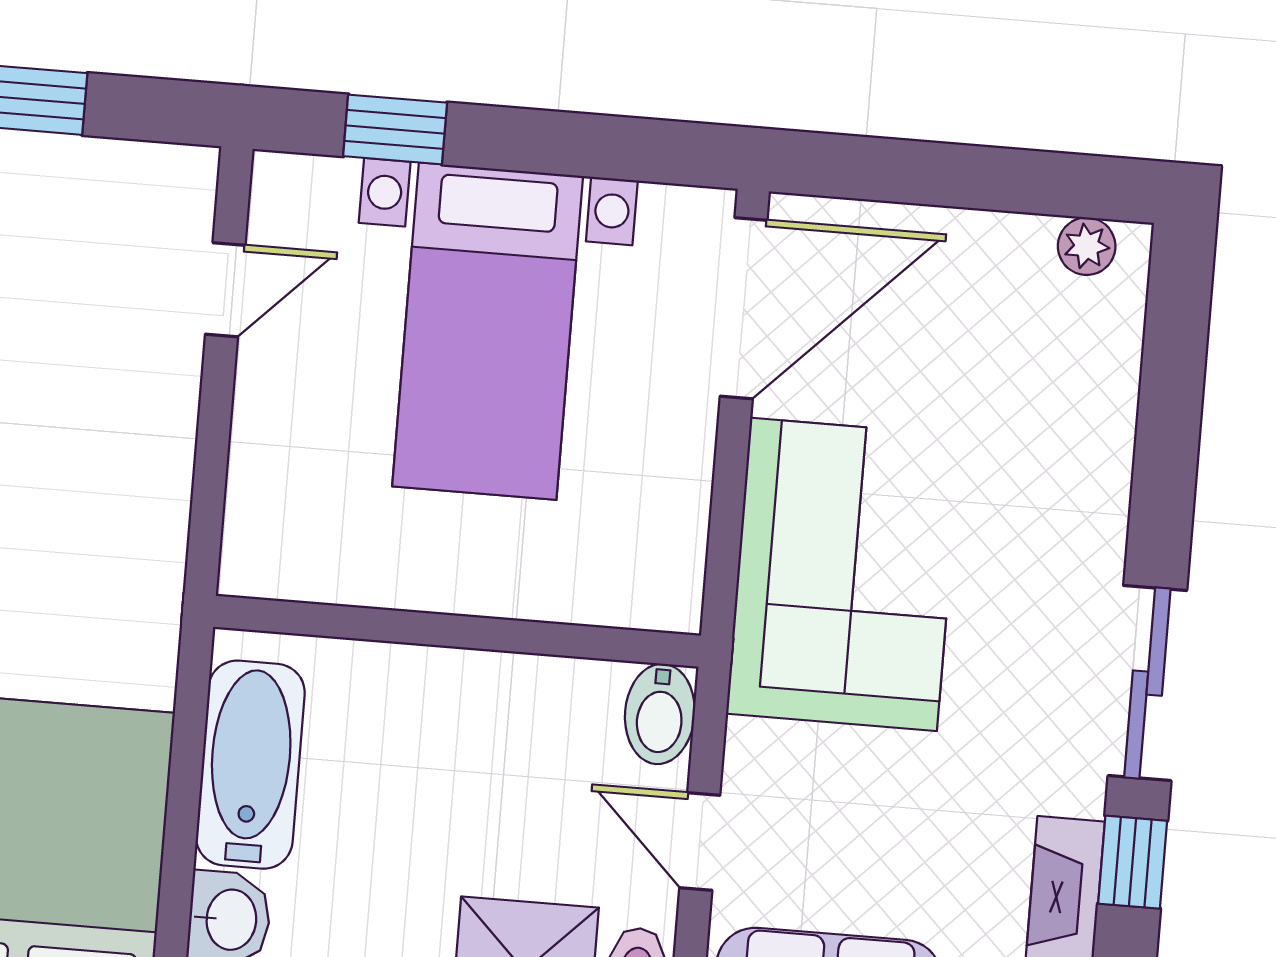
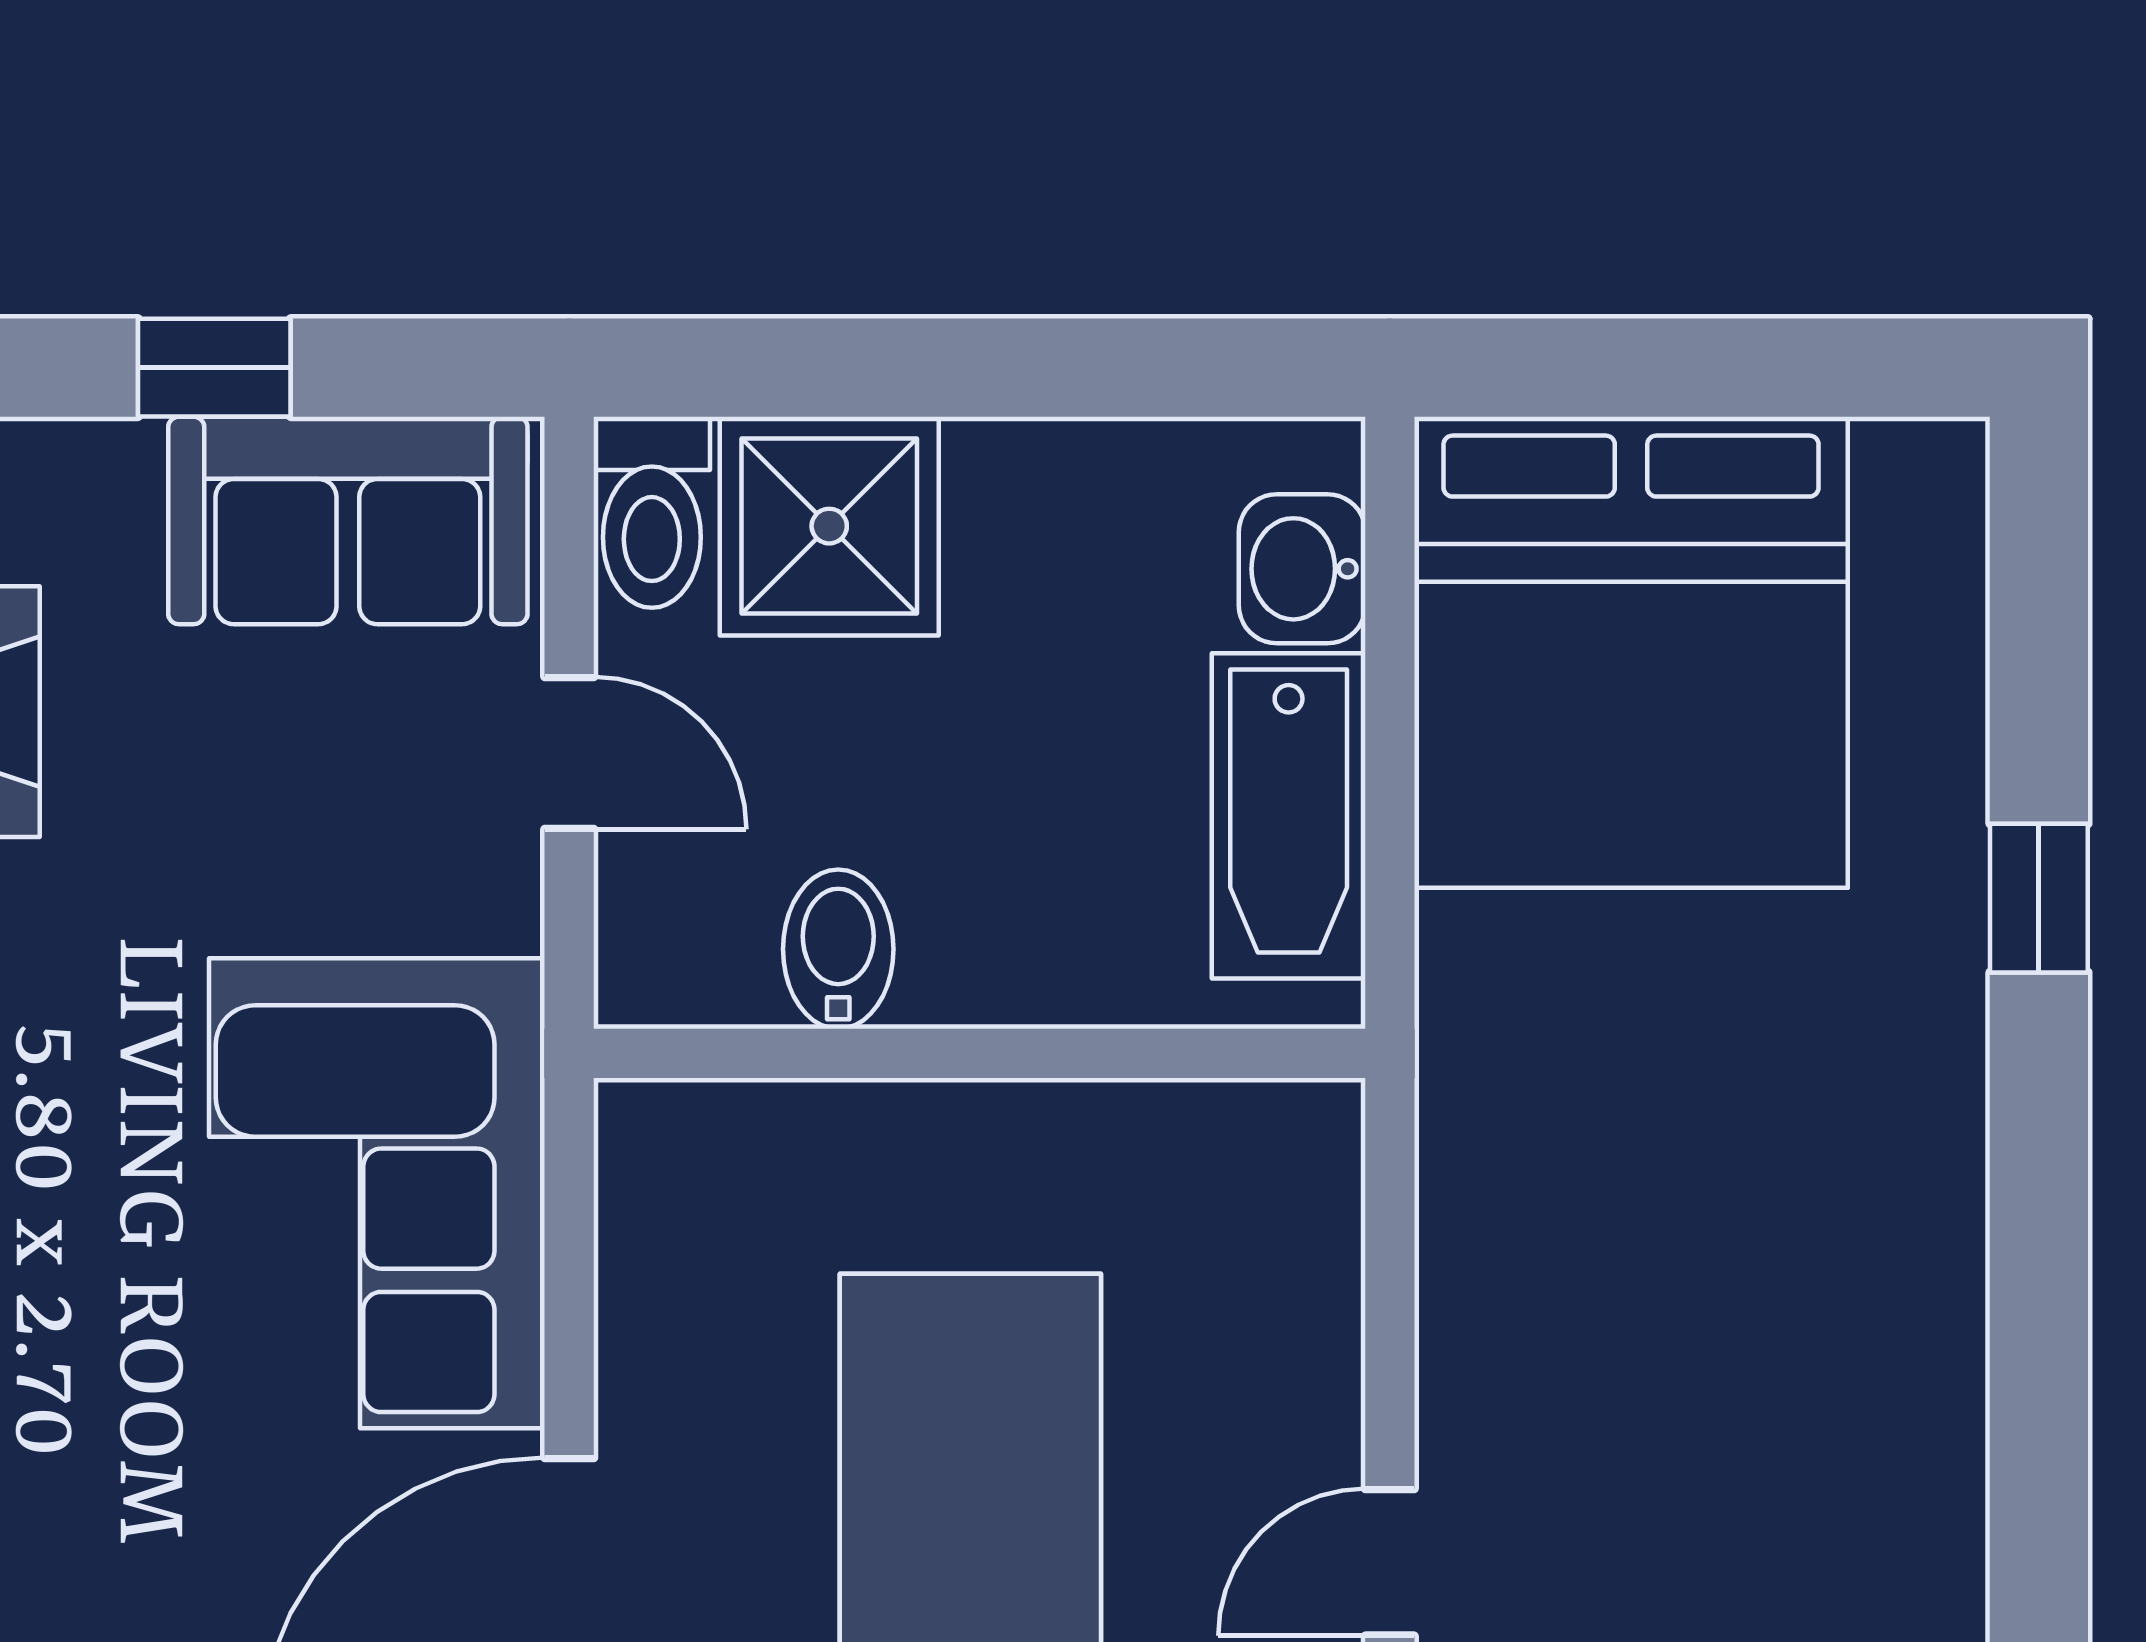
bidet: (660, 714) -> (838, 949), moved

